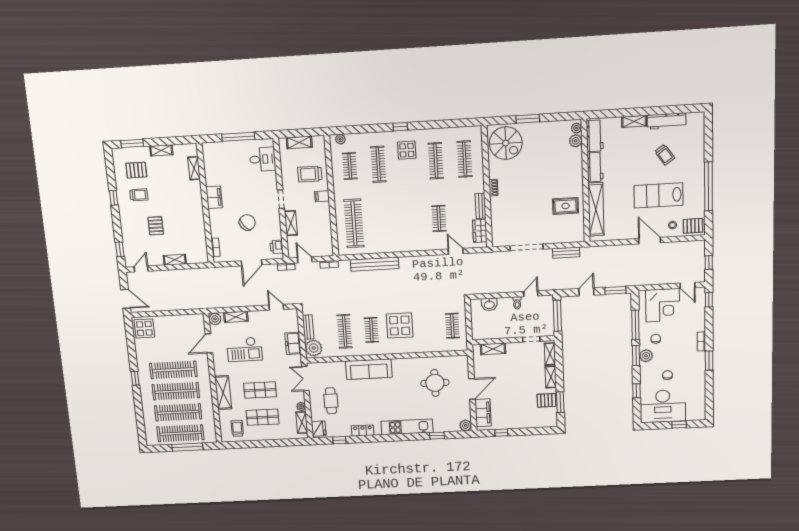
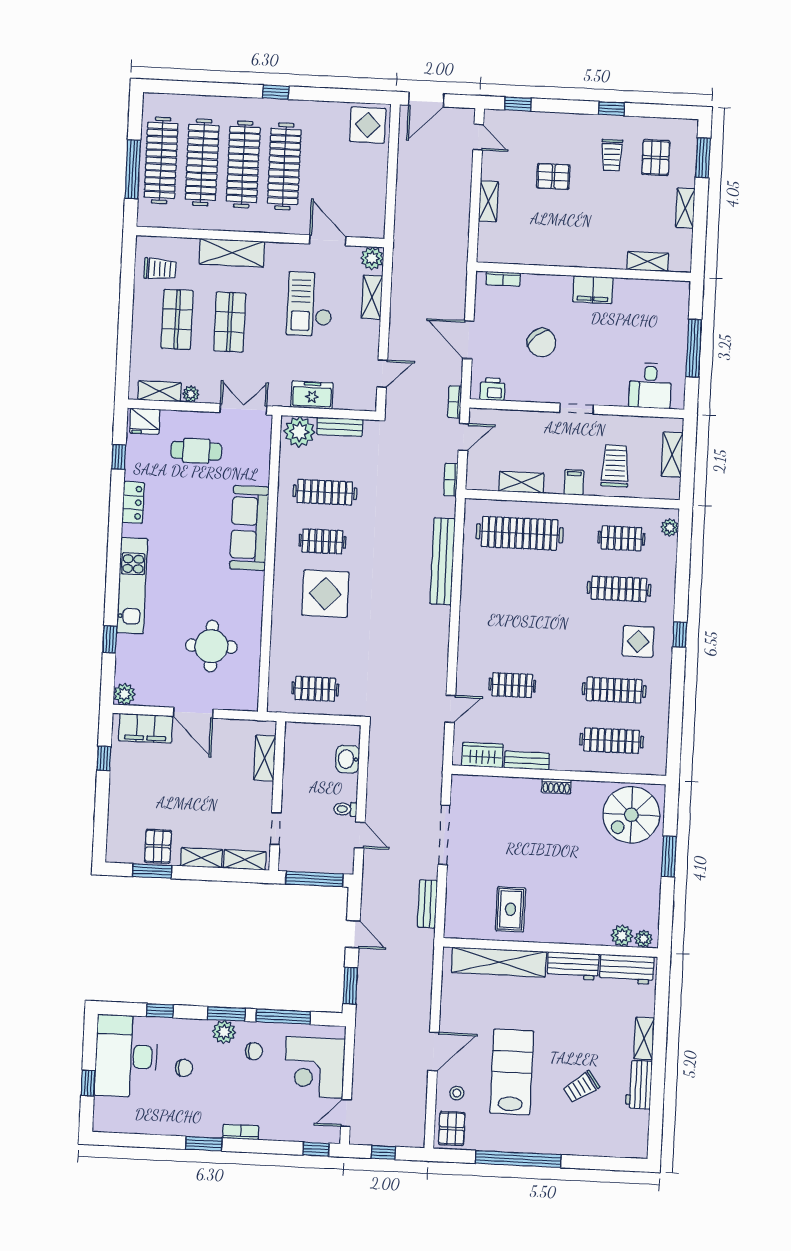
workbench: (667, 121) -> (639, 1085), width x0.73
shelving: (291, 223) -> (521, 482), moved

